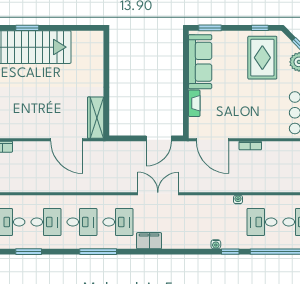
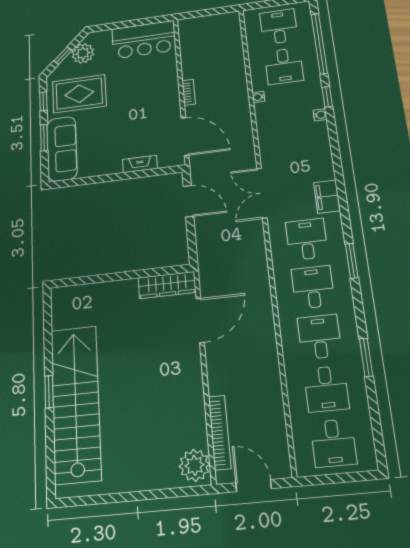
window: (210, 28) -> (44, 138), moved
sofa: (200, 62) -> (62, 149), moved, turned 90
door: (212, 140) -> (185, 136), hinge flipped
window: (98, 252) -> (352, 261), width x0.69

